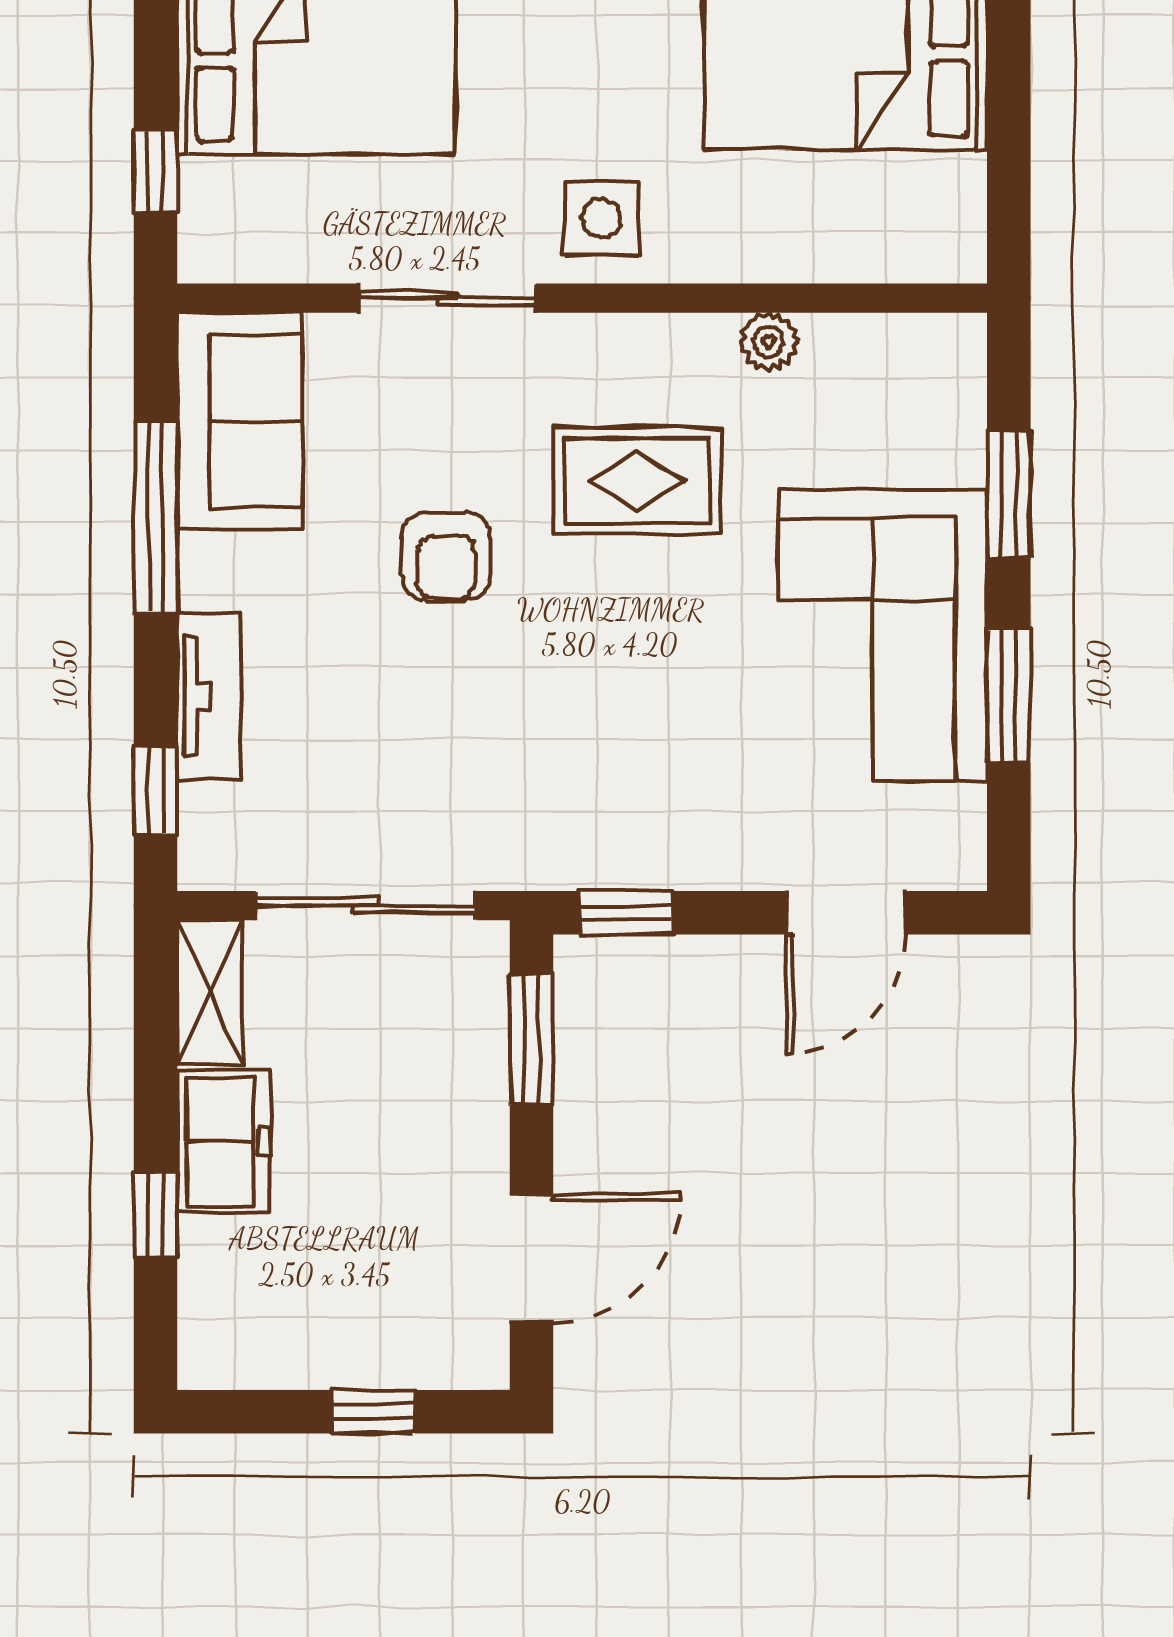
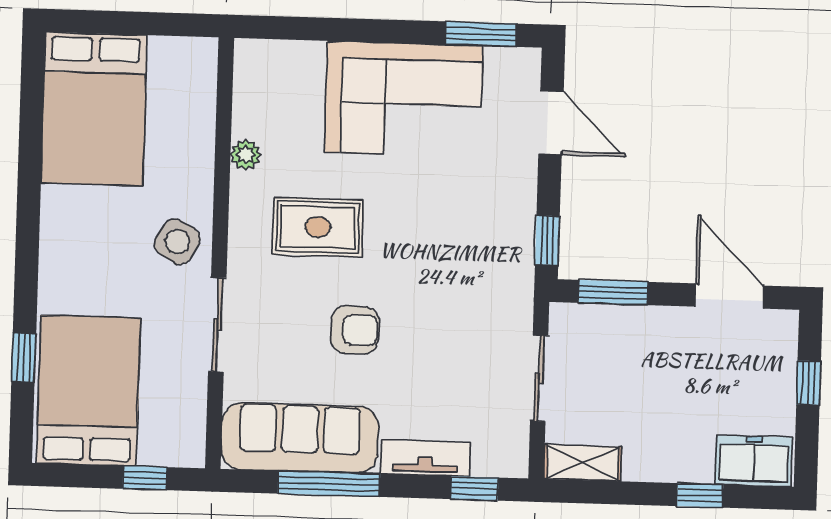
side table: (601, 218) -> (177, 242), turned 30
sofa: (240, 421) -> (300, 438), width x1.36
rug: (637, 481) -> (318, 227), turned 90
window: (1009, 494) -> (331, 29), removed
window: (1009, 696) -> (481, 34), moved
sliding door: (366, 906) -> (539, 378), width x0.73
freezer: (224, 1142) -> (754, 461), moved

